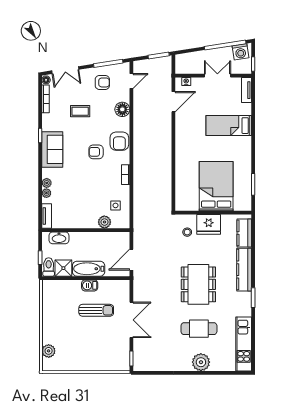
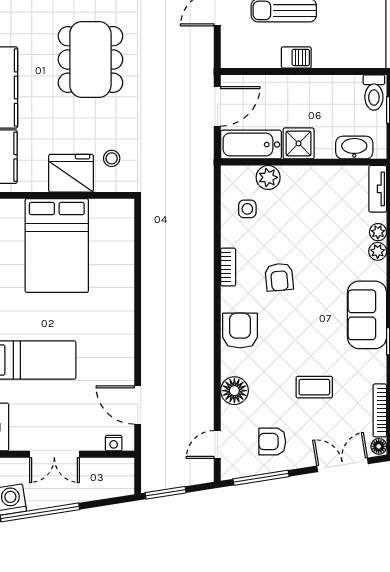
door: (173, 102) -> (138, 405), hinge flipped
armchair: (96, 152) -> (279, 277), moved, turned 85
shower: (63, 268) -> (299, 143), moved
bathtub: (89, 269) -> (251, 145), moved, turned 180

